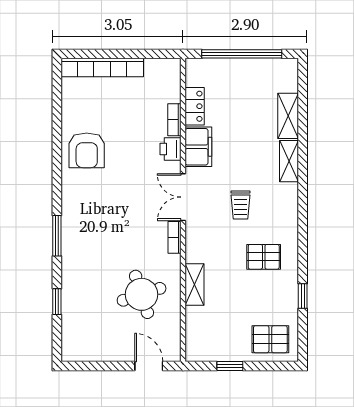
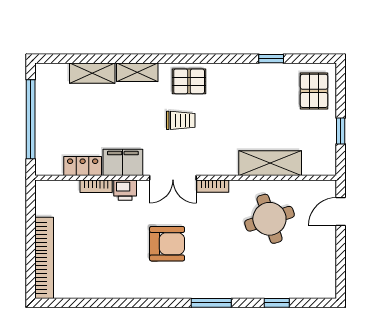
armchair: (87, 150) -> (167, 244), moved
pallet: (264, 257) -> (189, 81), moved, turned 90
shelving: (195, 284) -> (270, 163), width x1.50, depth x1.33

